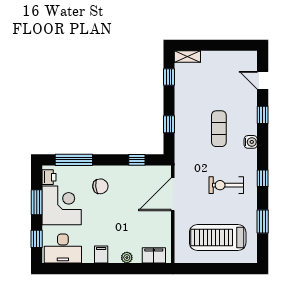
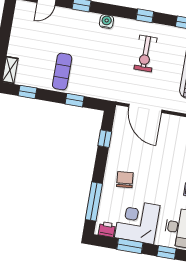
exercise mat: (219, 129) -> (62, 71), moved, turned 90

